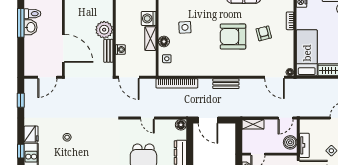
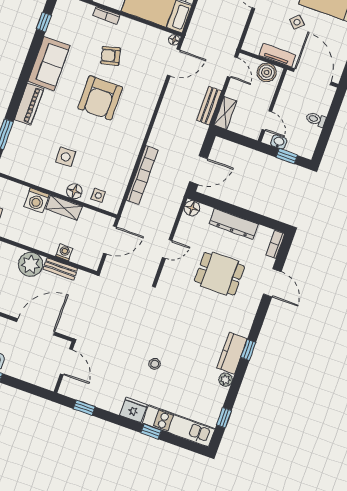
door: (129, 77) -> (110, 240), moved
bookcase: (177, 83) -> (142, 175), moved
bench: (226, 84) -> (209, 106), moved

